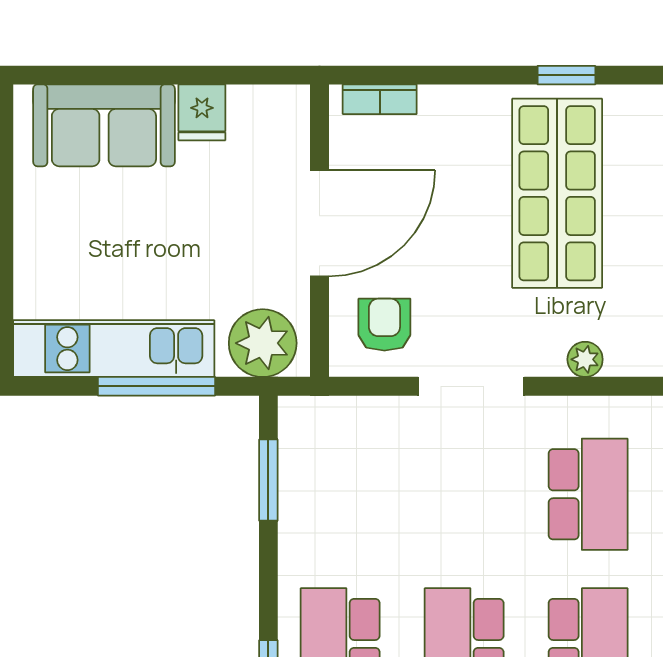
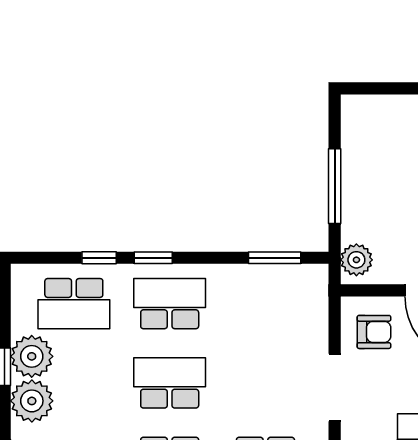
plant: (263, 343) -> (356, 260), width x0.73, depth x0.73
kitchen unit: (114, 349) -> (359, 159), removed

